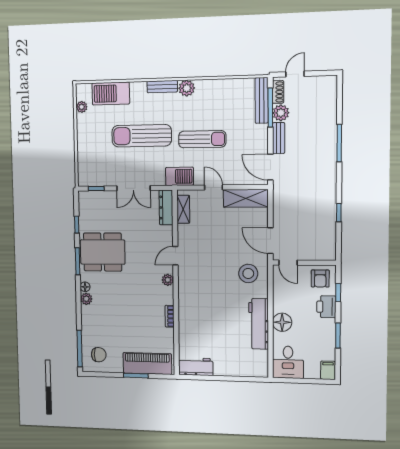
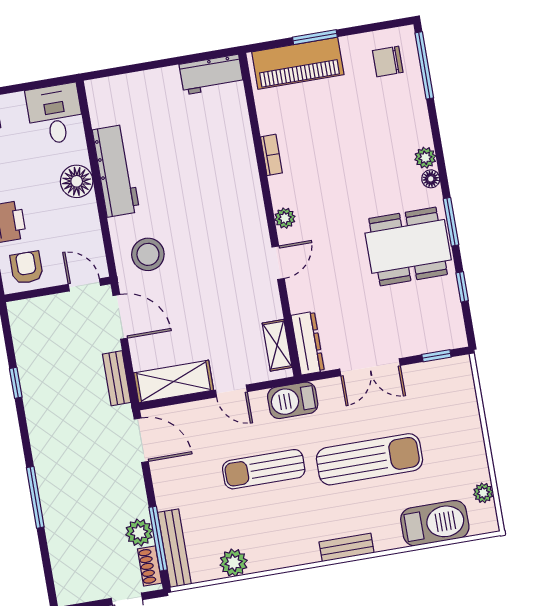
plant: (187, 88) -> (234, 563), moved
bench: (279, 138) -> (117, 378), moved
double door: (133, 188) -> (370, 367), swing flipped

